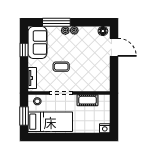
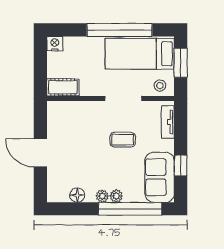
window: (56, 22) -> (130, 209), width x1.46
floor lamp: (103, 31) -> (77, 195), moved
door: (114, 47) -> (40, 153), moved
cot: (88, 100) -> (63, 87), moved
window: (63, 137) -> (120, 30), added

